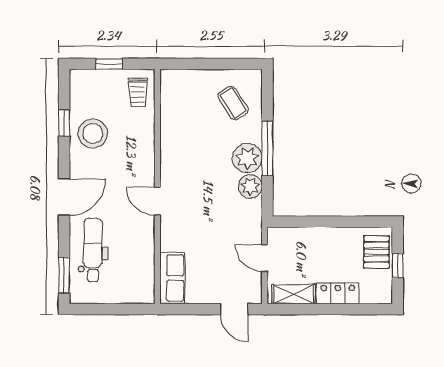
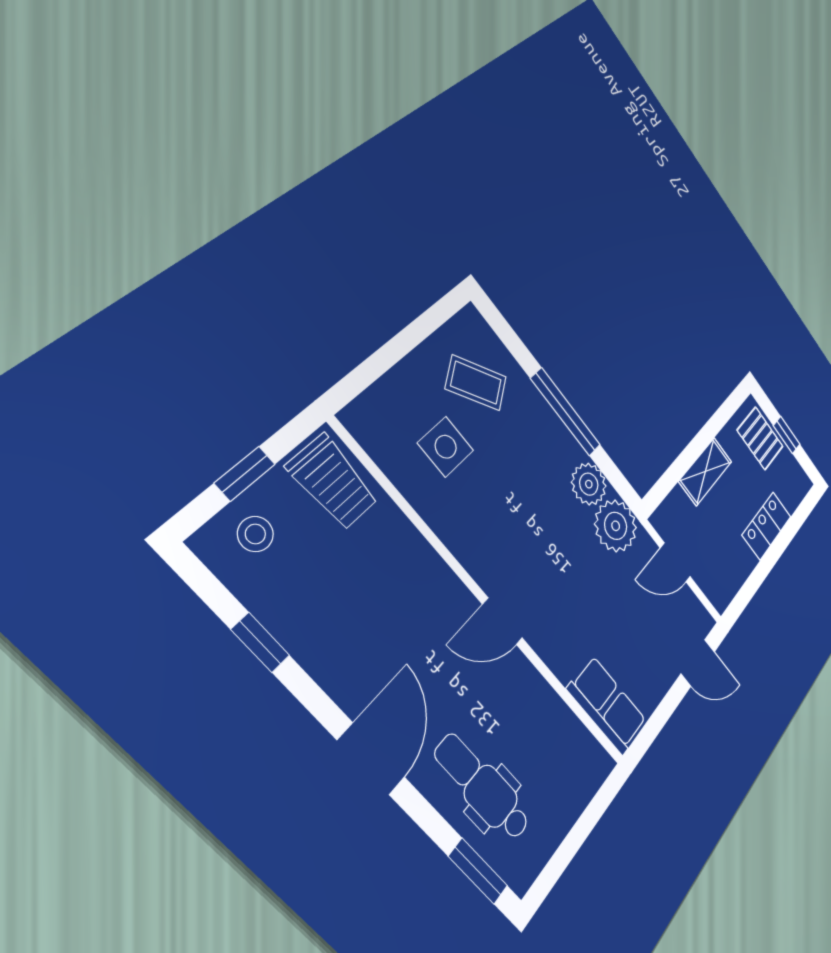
trolley: (138, 92) -> (333, 482), width x1.36, depth x1.39
side table: (195, 116) -> (446, 447), added
stool: (93, 133) -> (255, 534), moved, width x0.53, depth x0.53
plant: (247, 158) -> (616, 526), moved
shelving: (294, 294) -> (705, 471), moved

